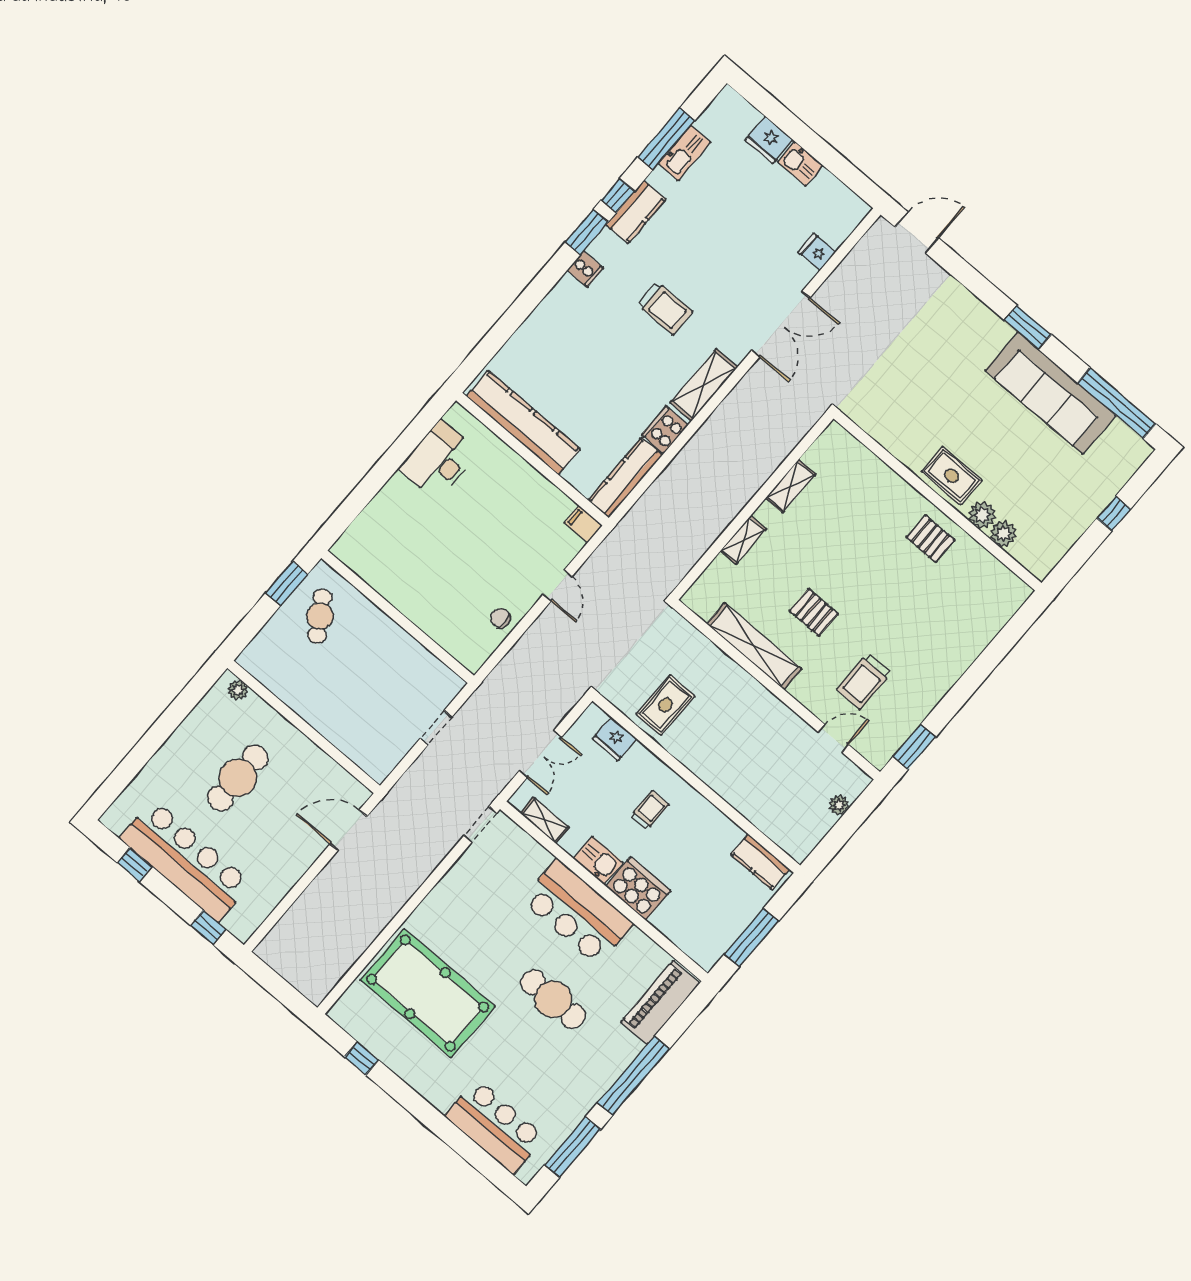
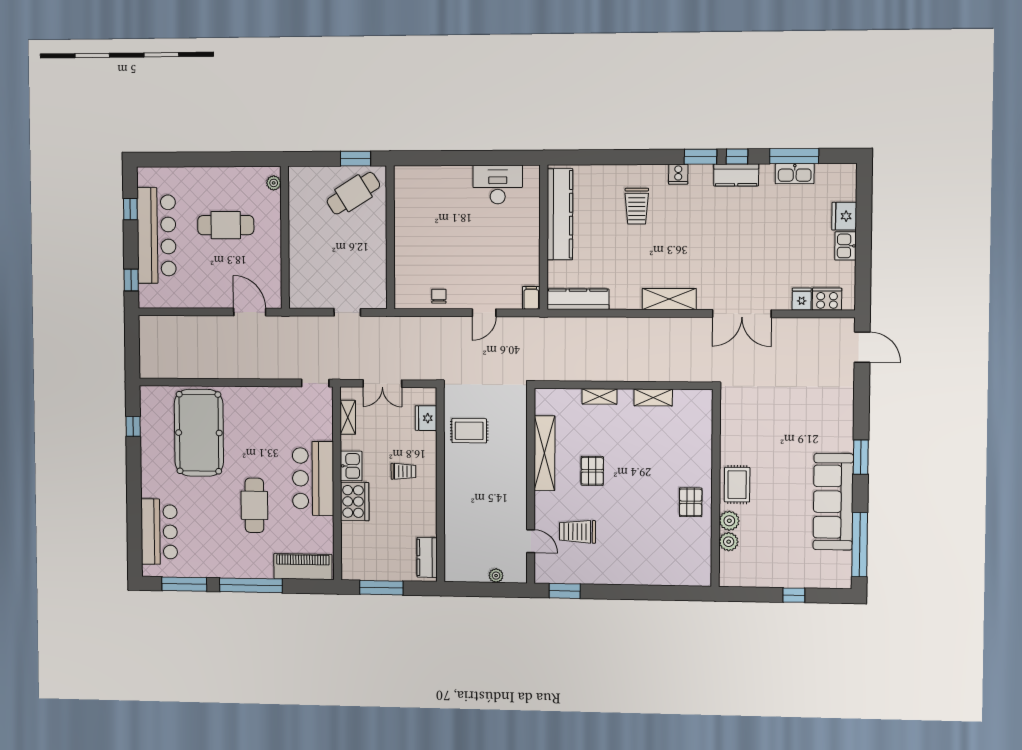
trolley: (665, 308) -> (637, 206), moved
cooker: (665, 430) -> (827, 299), moved
cafe table: (320, 616) -> (353, 193), width x1.37, depth x1.35

